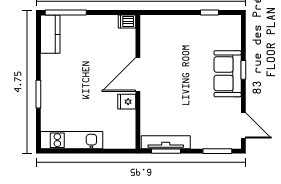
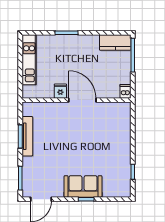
dishwasher: (127, 21) -> (125, 91), moved
door: (138, 75) -> (82, 100), moved
wall: (138, 82) -> (76, 100), moved
fridge: (127, 102) -> (60, 91), moved

